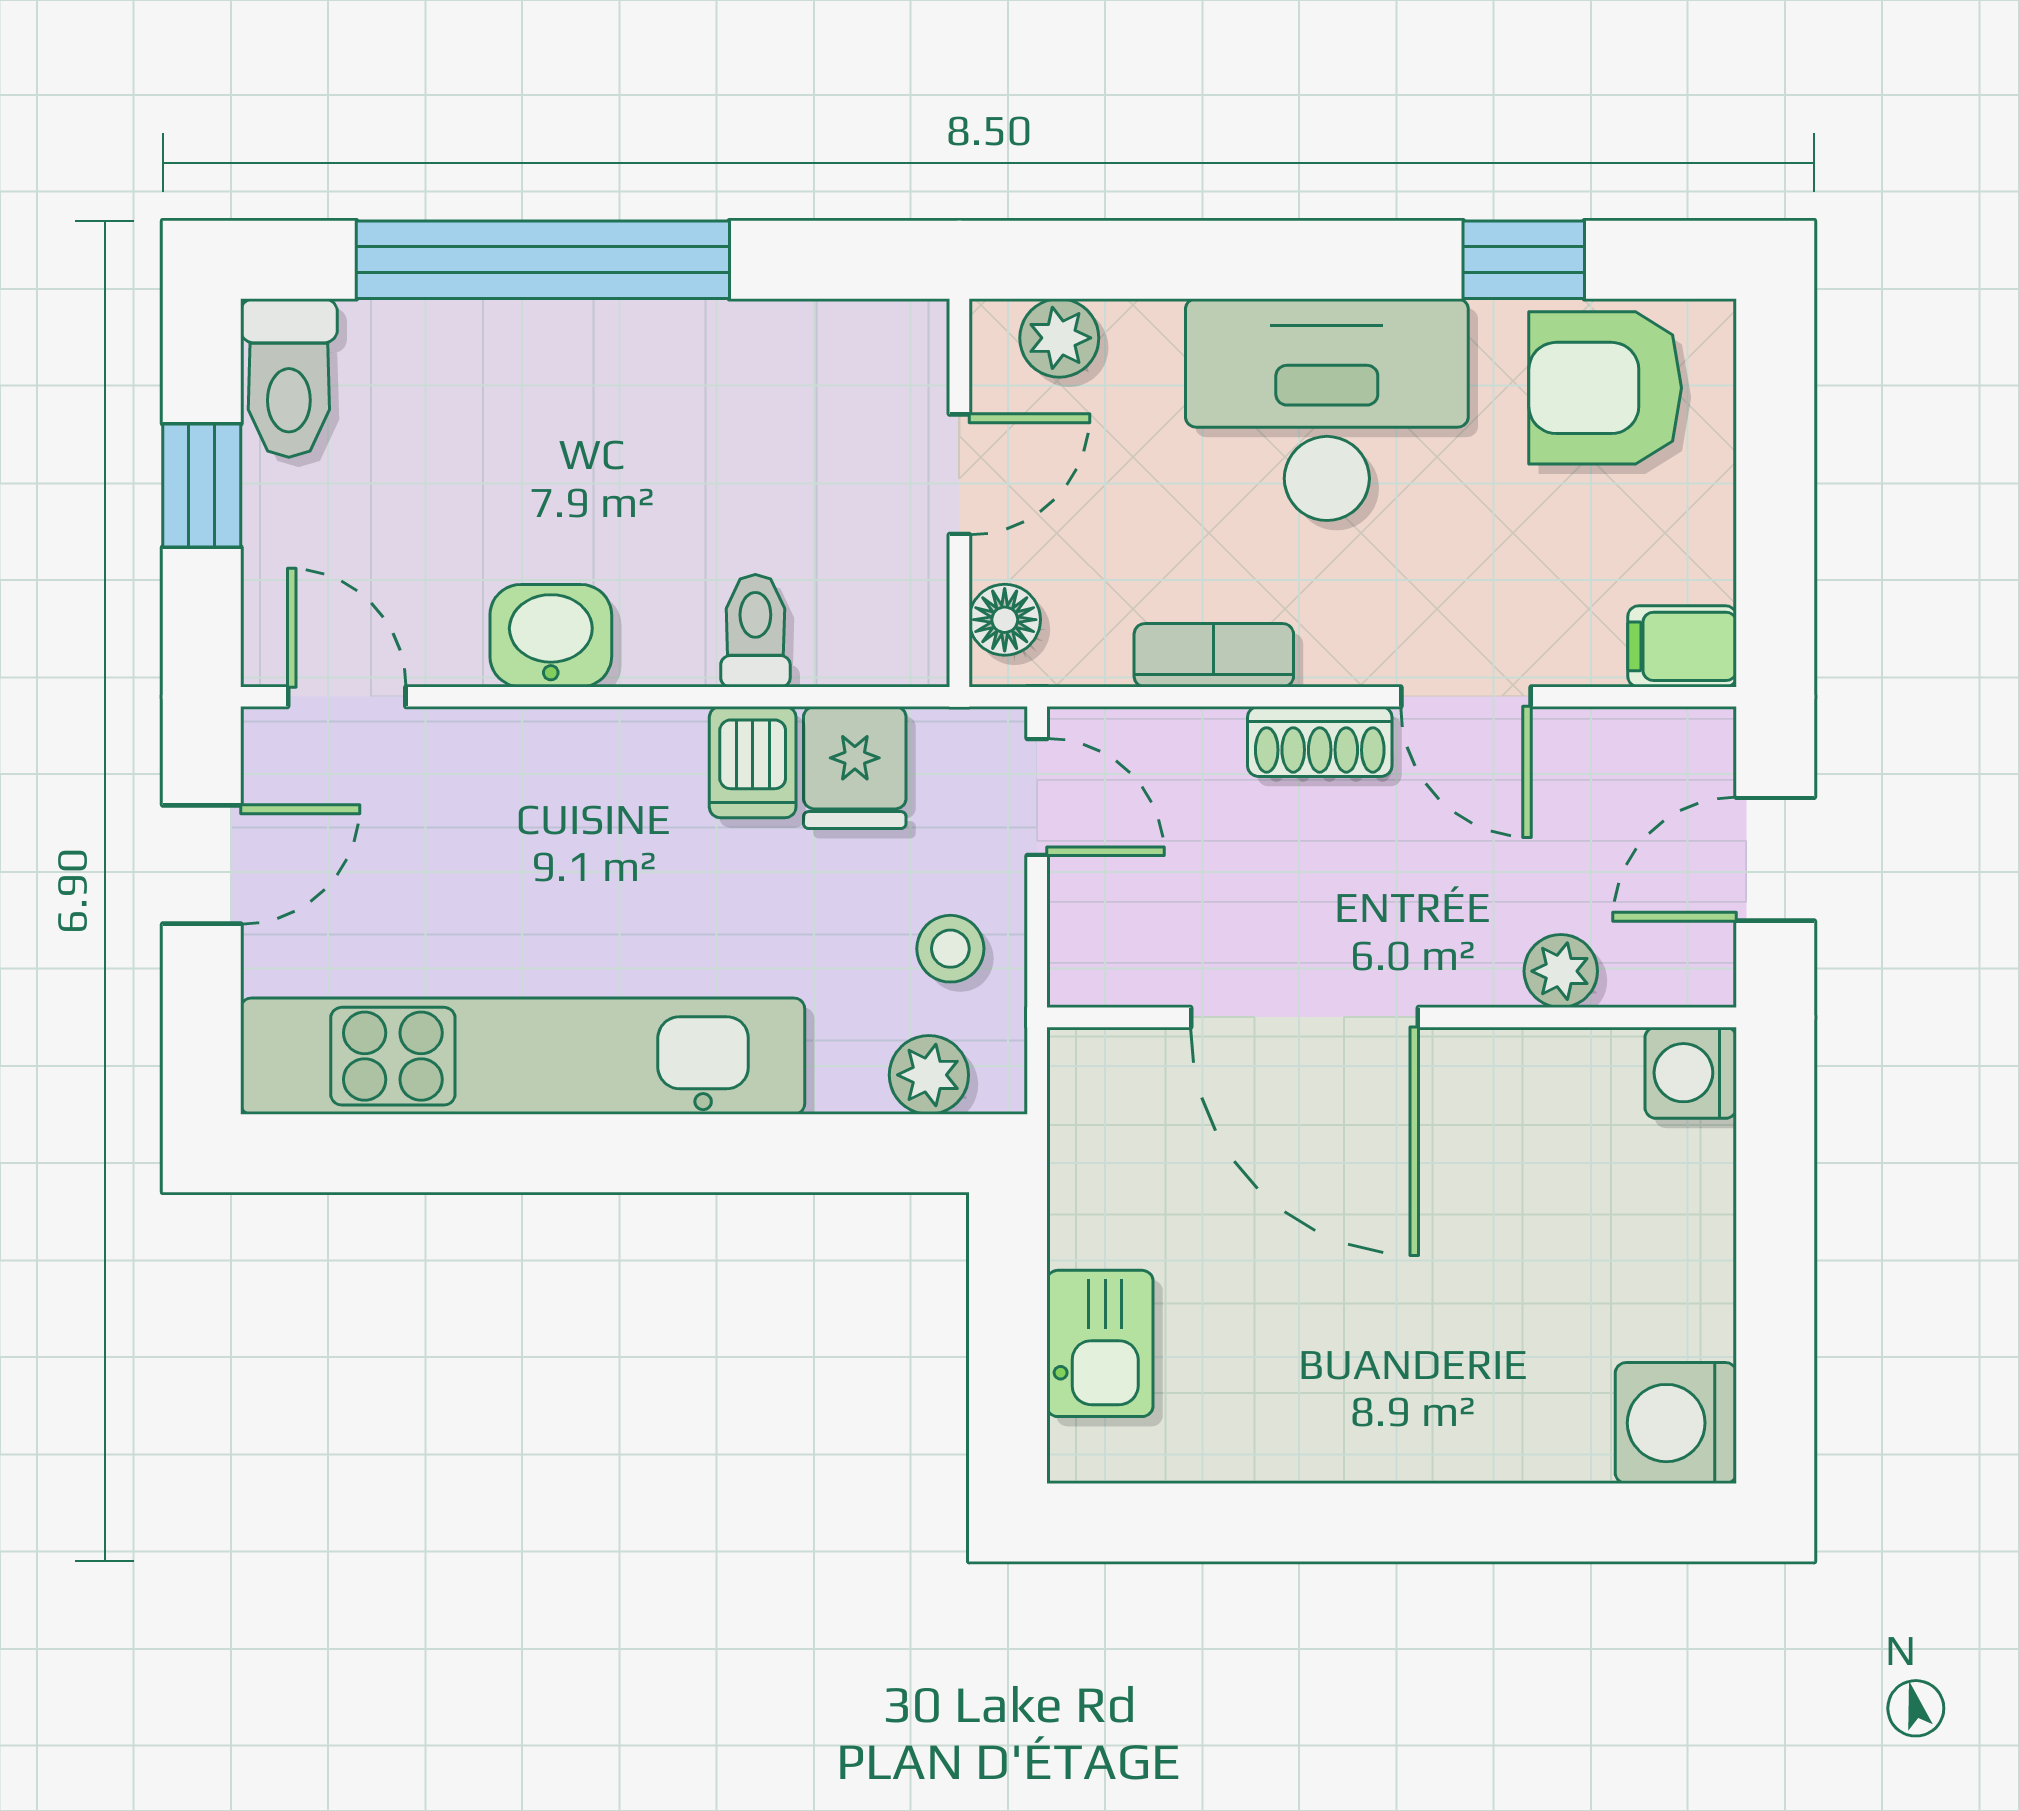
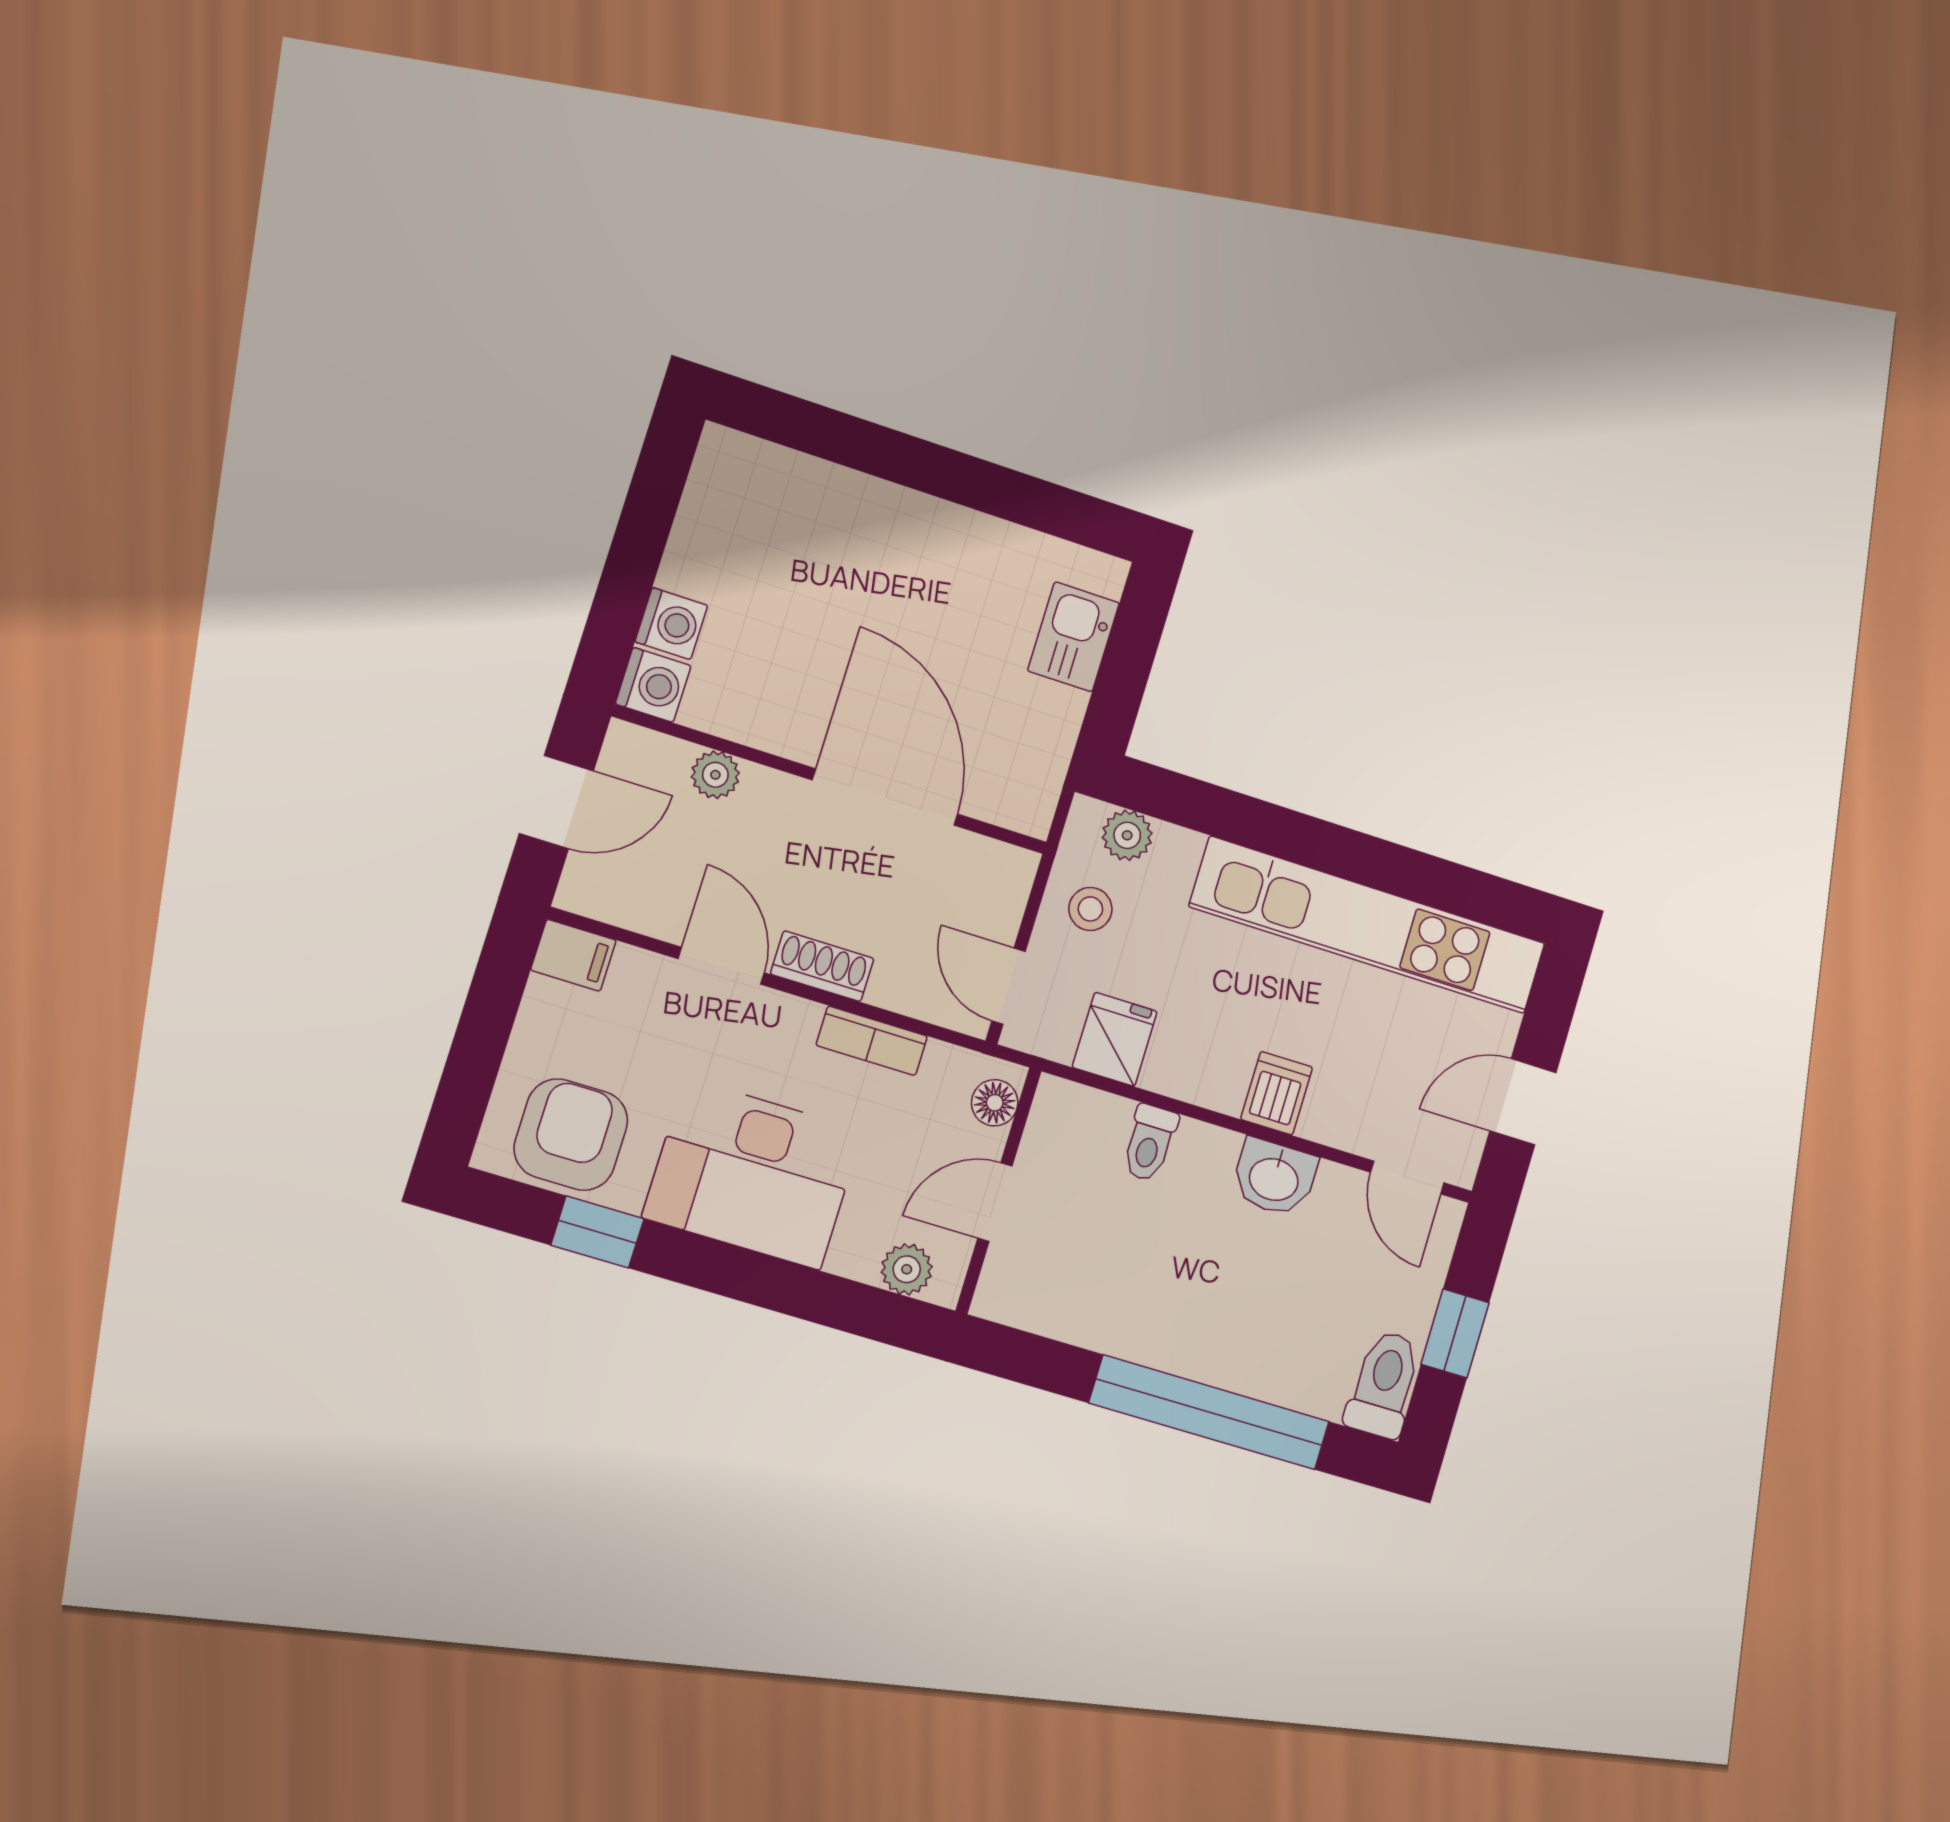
armchair: (1605, 388) -> (571, 1135), turned -90
dishwasher: (753, 762) -> (1277, 1093), moved
washing machine: (1676, 1423) -> (671, 624), moved, width x0.73, depth x0.73

